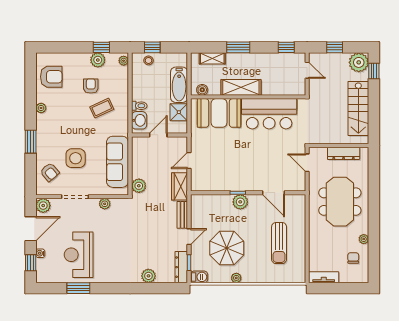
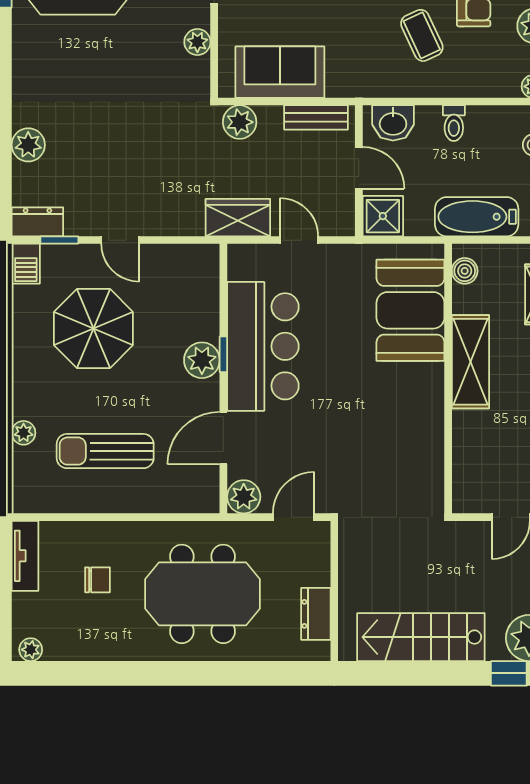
toilet: (139, 106) -> (454, 123), moved
shower: (179, 112) -> (383, 216), moved
bar counter: (269, 114) -> (263, 346), moved, turned 180
dresser: (344, 153) -> (316, 614), width x0.70
sofa: (118, 162) -> (280, 72), width x0.73
plant: (299, 184) -> (244, 497), added
bench: (182, 215) -> (316, 117), moved
plant: (364, 239) -> (31, 650), moved
chair: (353, 258) -> (98, 580), moved
dresser: (181, 267) -> (37, 222), width x0.70
plant: (236, 278) -> (24, 433), moved

